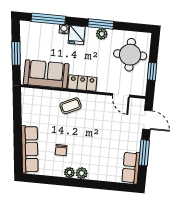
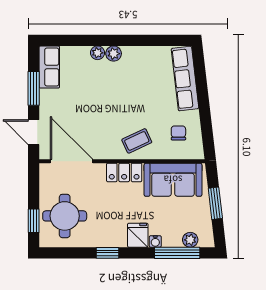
window: (101, 24) -> (107, 253), width x0.67
plant: (102, 34) -> (190, 240), moved
window: (152, 71) -> (34, 221), moved
door: (121, 95) -> (72, 161), width x1.88
chair: (61, 150) -> (178, 133), moved
plant: (69, 173) -> (97, 53), moved

